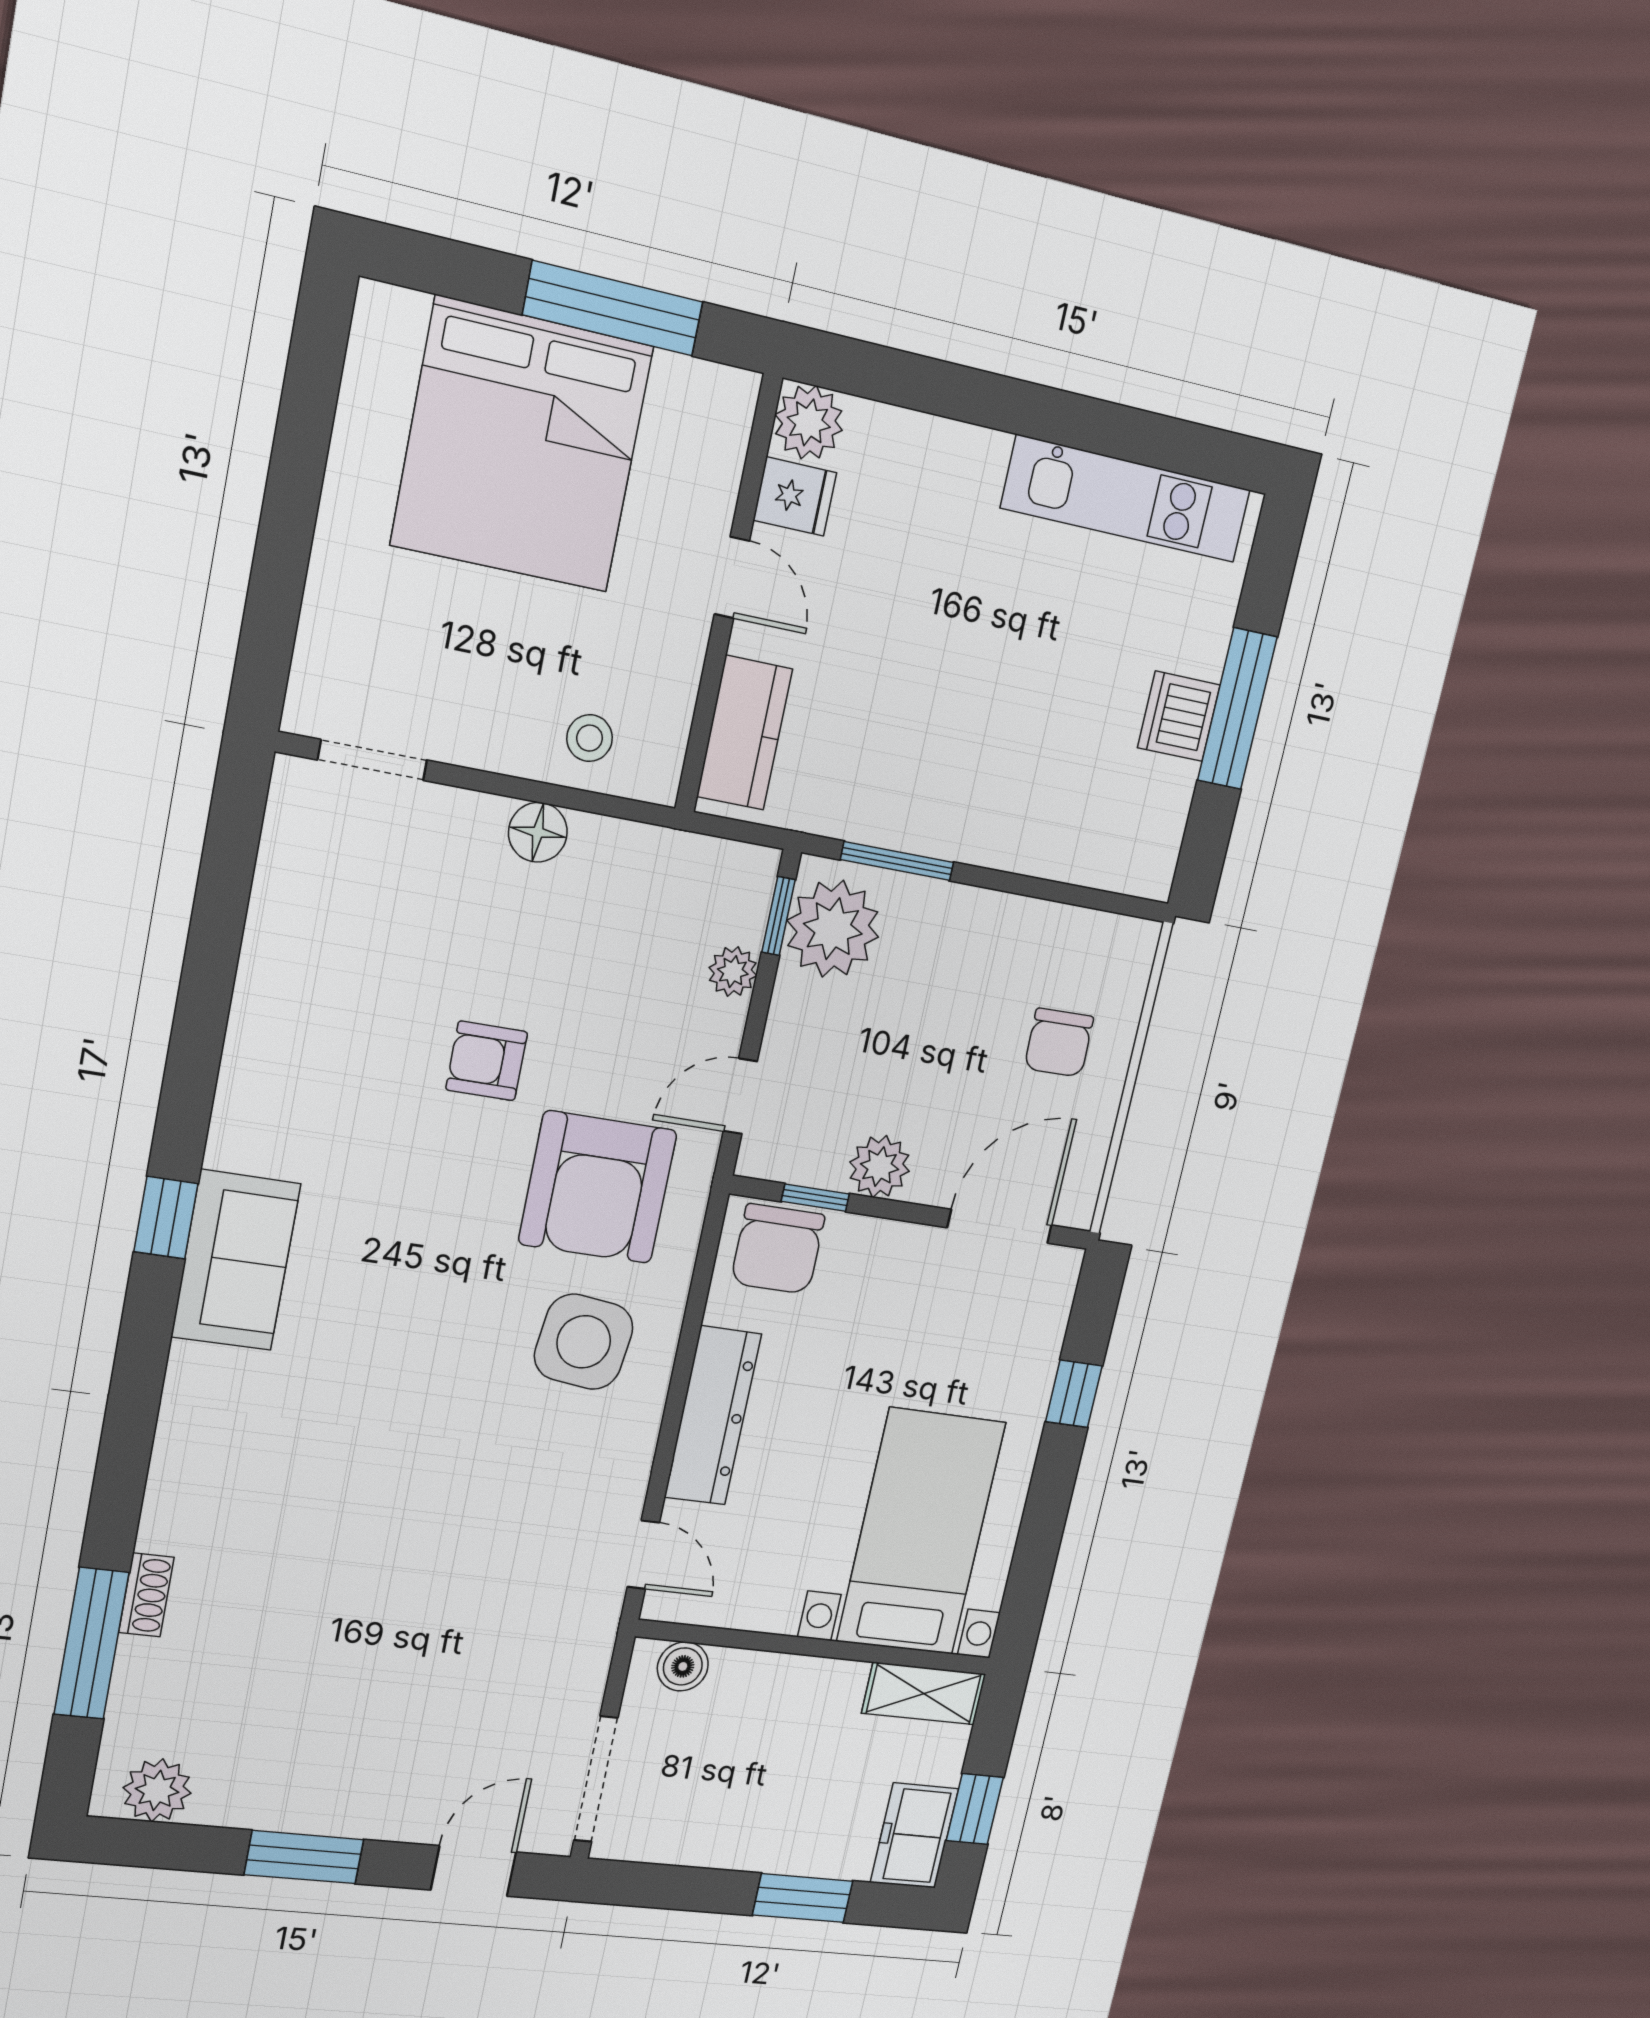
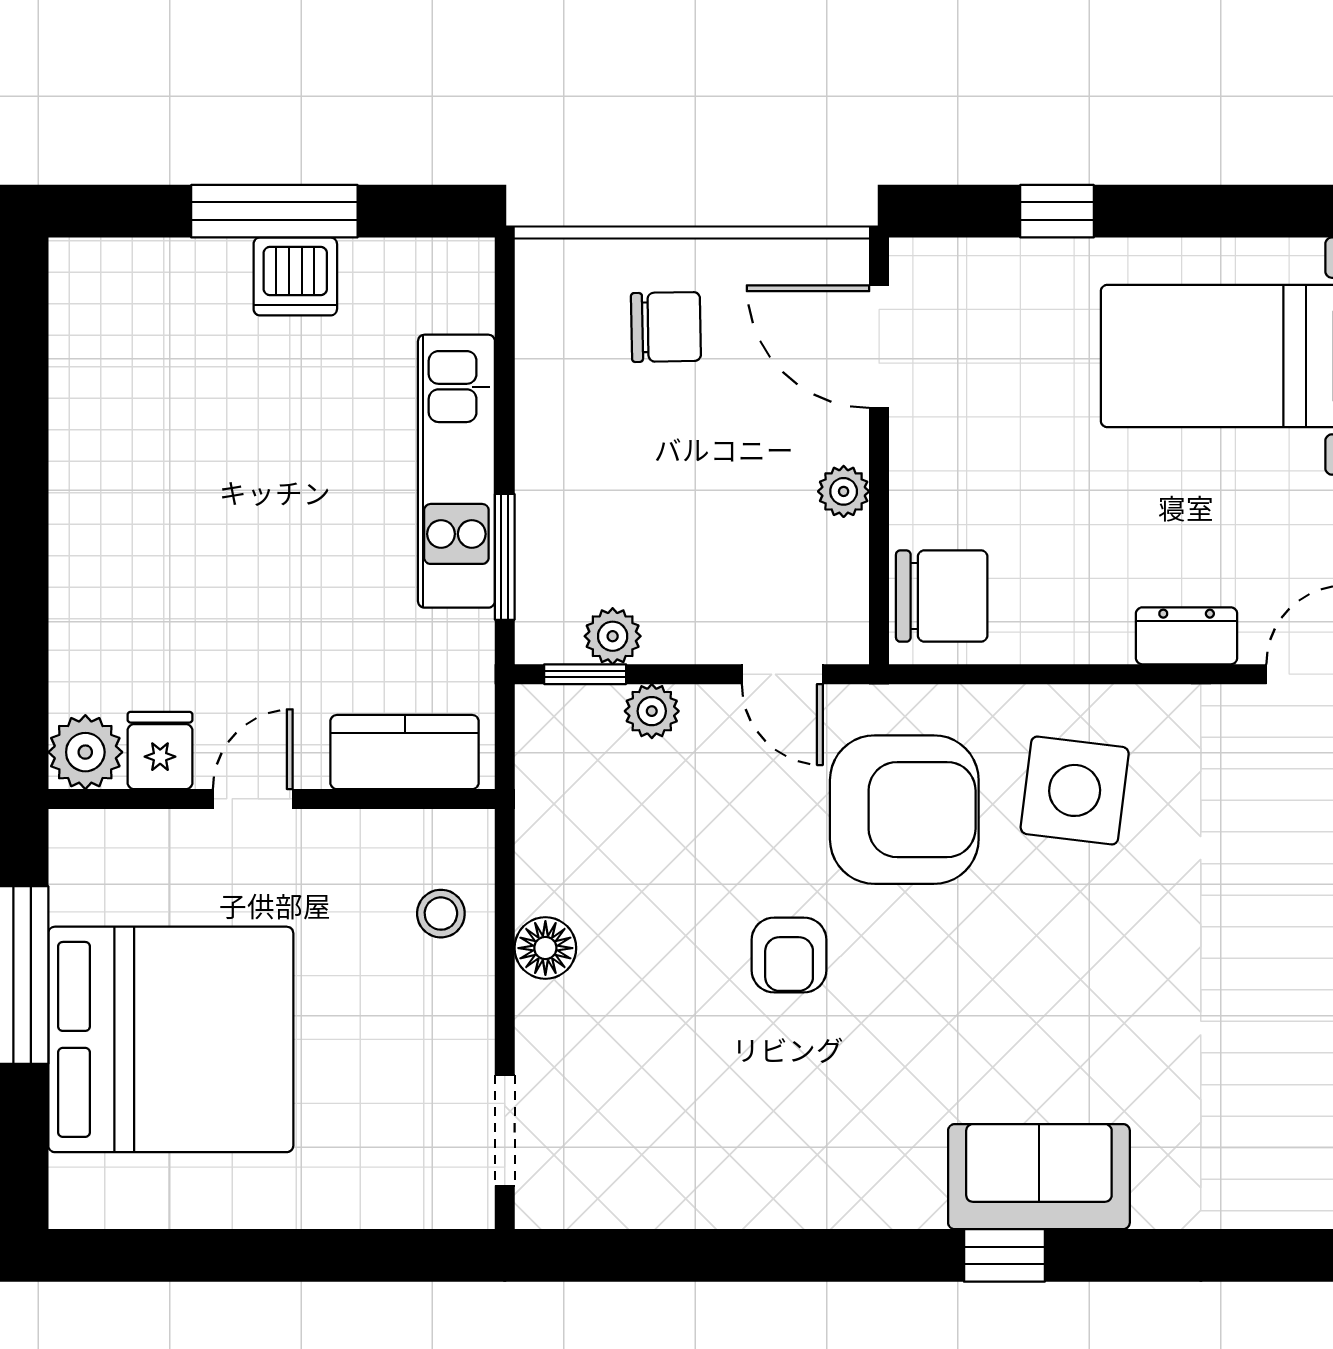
kitchen unit: (1126, 499) -> (456, 471), moved, turned 180
plant: (833, 929) -> (613, 636), width x0.53, depth x0.53
plant: (880, 1167) -> (844, 491), width x0.73, depth x0.73
window: (815, 1198) -> (879, 566), removed
dresser: (713, 1416) -> (1187, 636), width x0.51, depth x0.80

